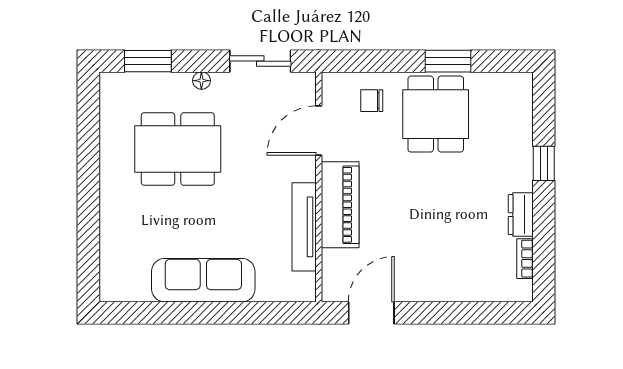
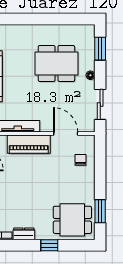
window: (448, 61) -> (100, 211), moved
dining table: (436, 114) -> (72, 220), moved
dining table: (178, 149) -> (56, 63), turned 90

